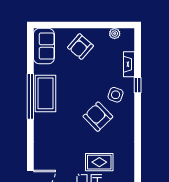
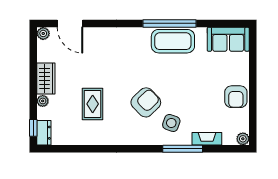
plant: (115, 34) -> (243, 139), moved
armchair: (80, 47) -> (236, 97), moved, turned -131
window: (138, 85) -> (183, 149), width x2.17

